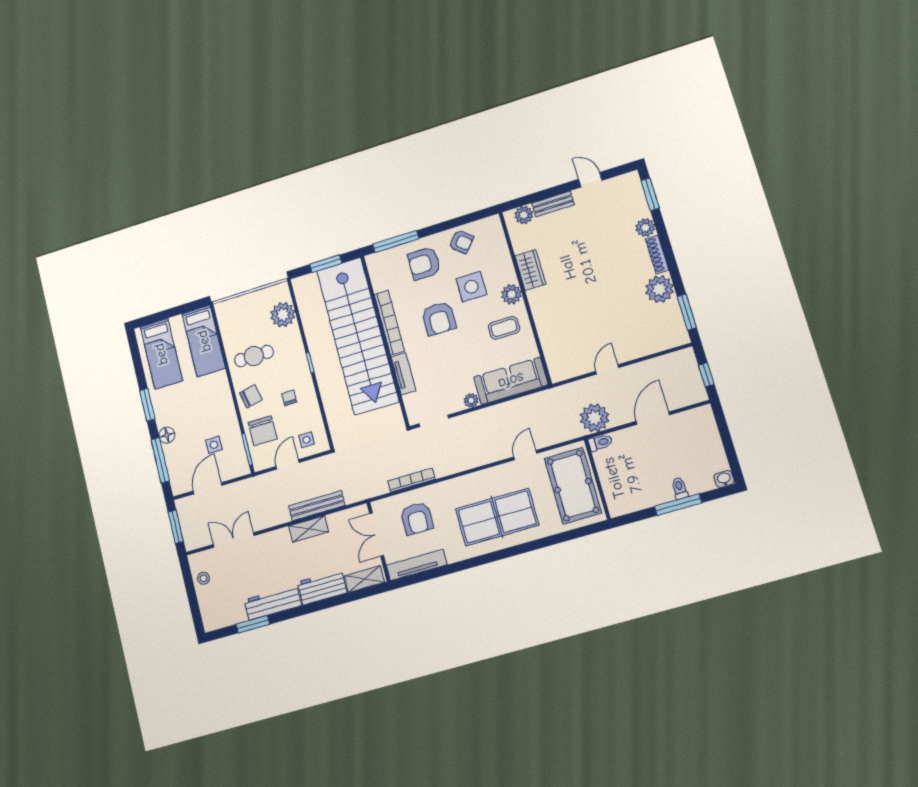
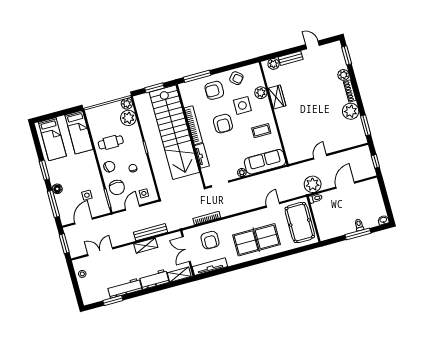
plant: (281, 292) -> (127, 104), added
plant: (511, 294) -> (261, 93), moved

